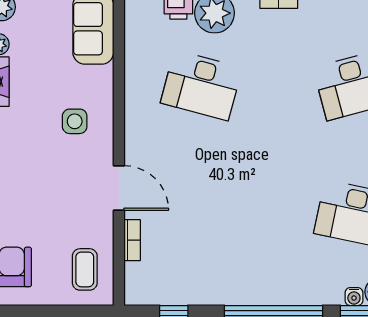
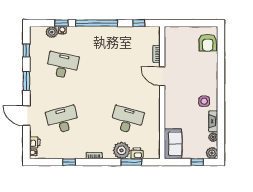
side table: (75, 121) -> (204, 101), moved
coffee table: (85, 269) -> (177, 42), removed

